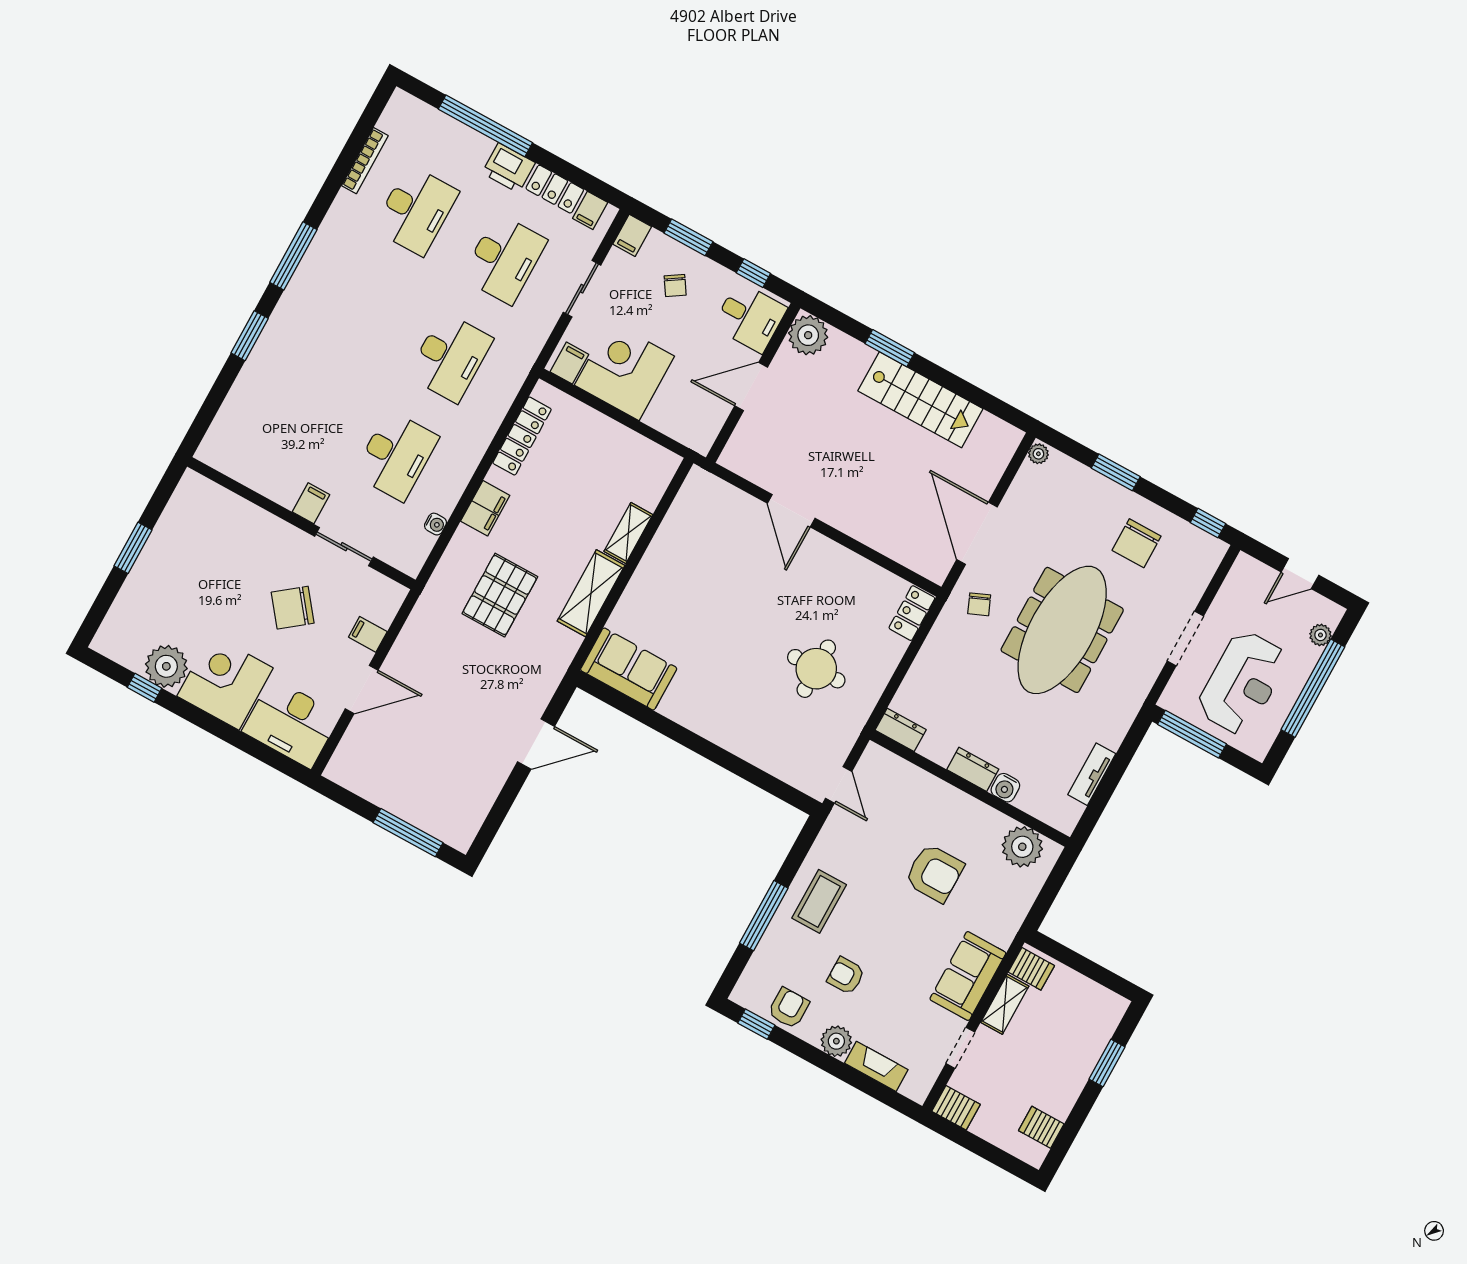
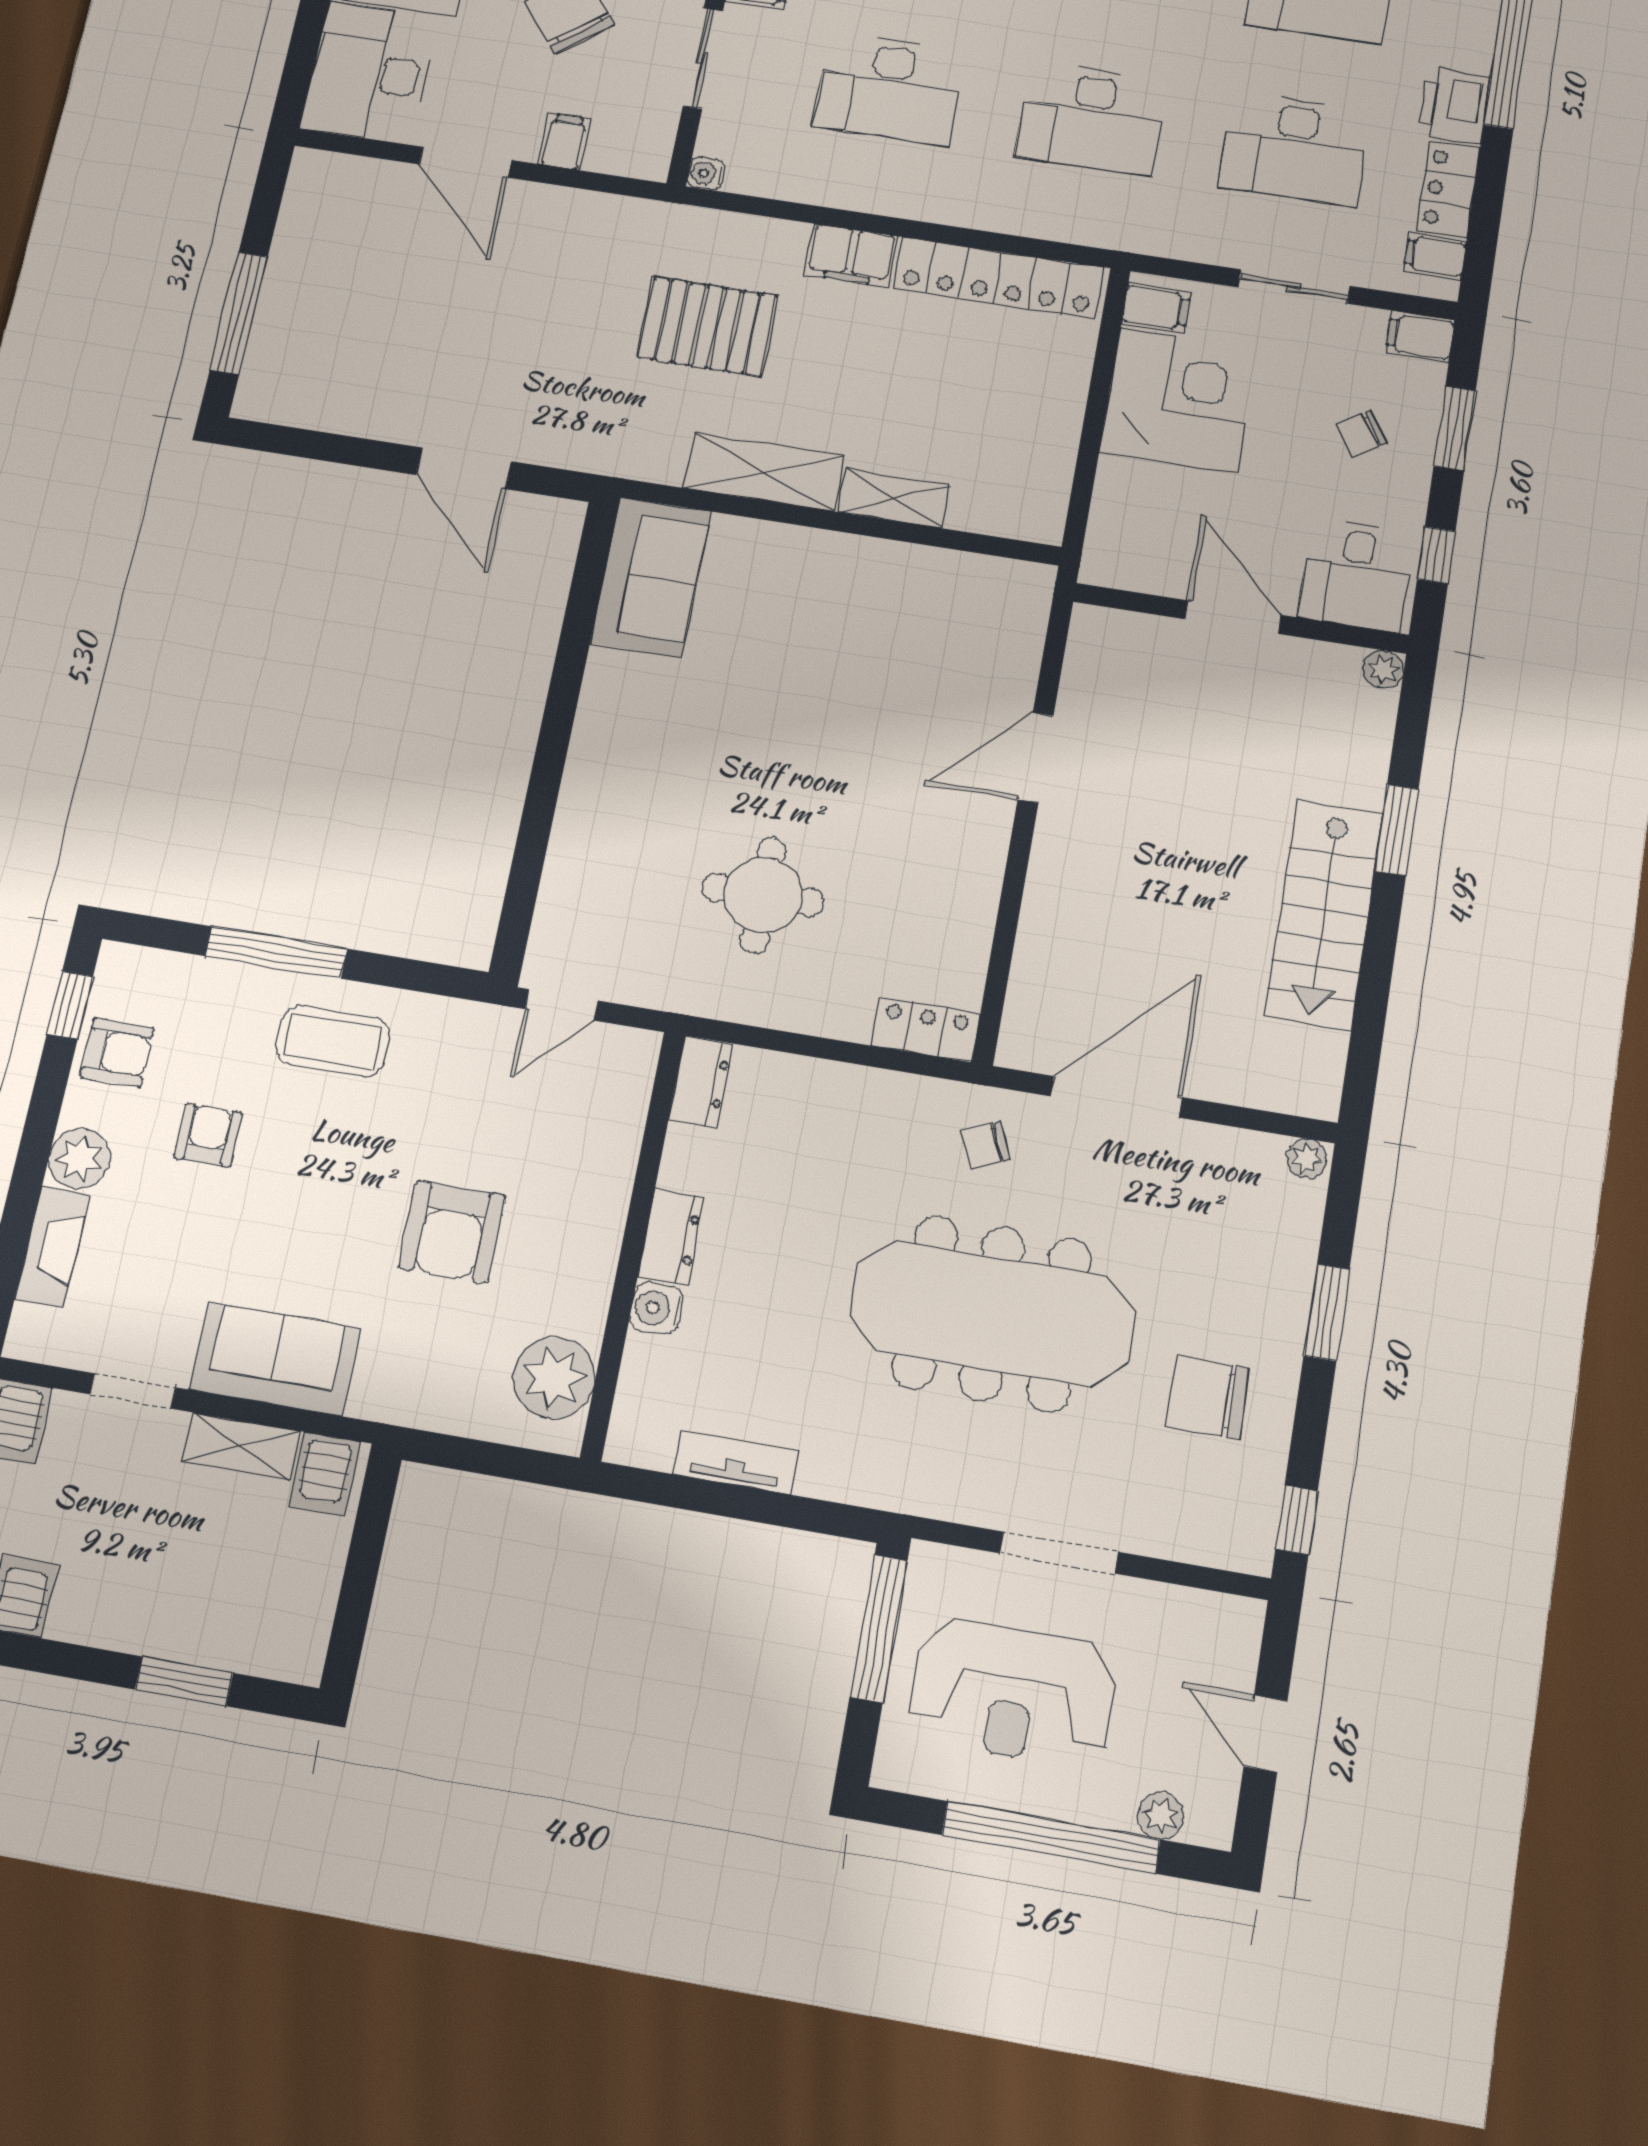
plant: (808, 335) -> (1383, 669), width x0.53, depth x0.53
locker: (522, 436) -> (998, 278), width x1.41, depth x1.21
water cooler: (436, 524) -> (706, 173), moved, turned 90

